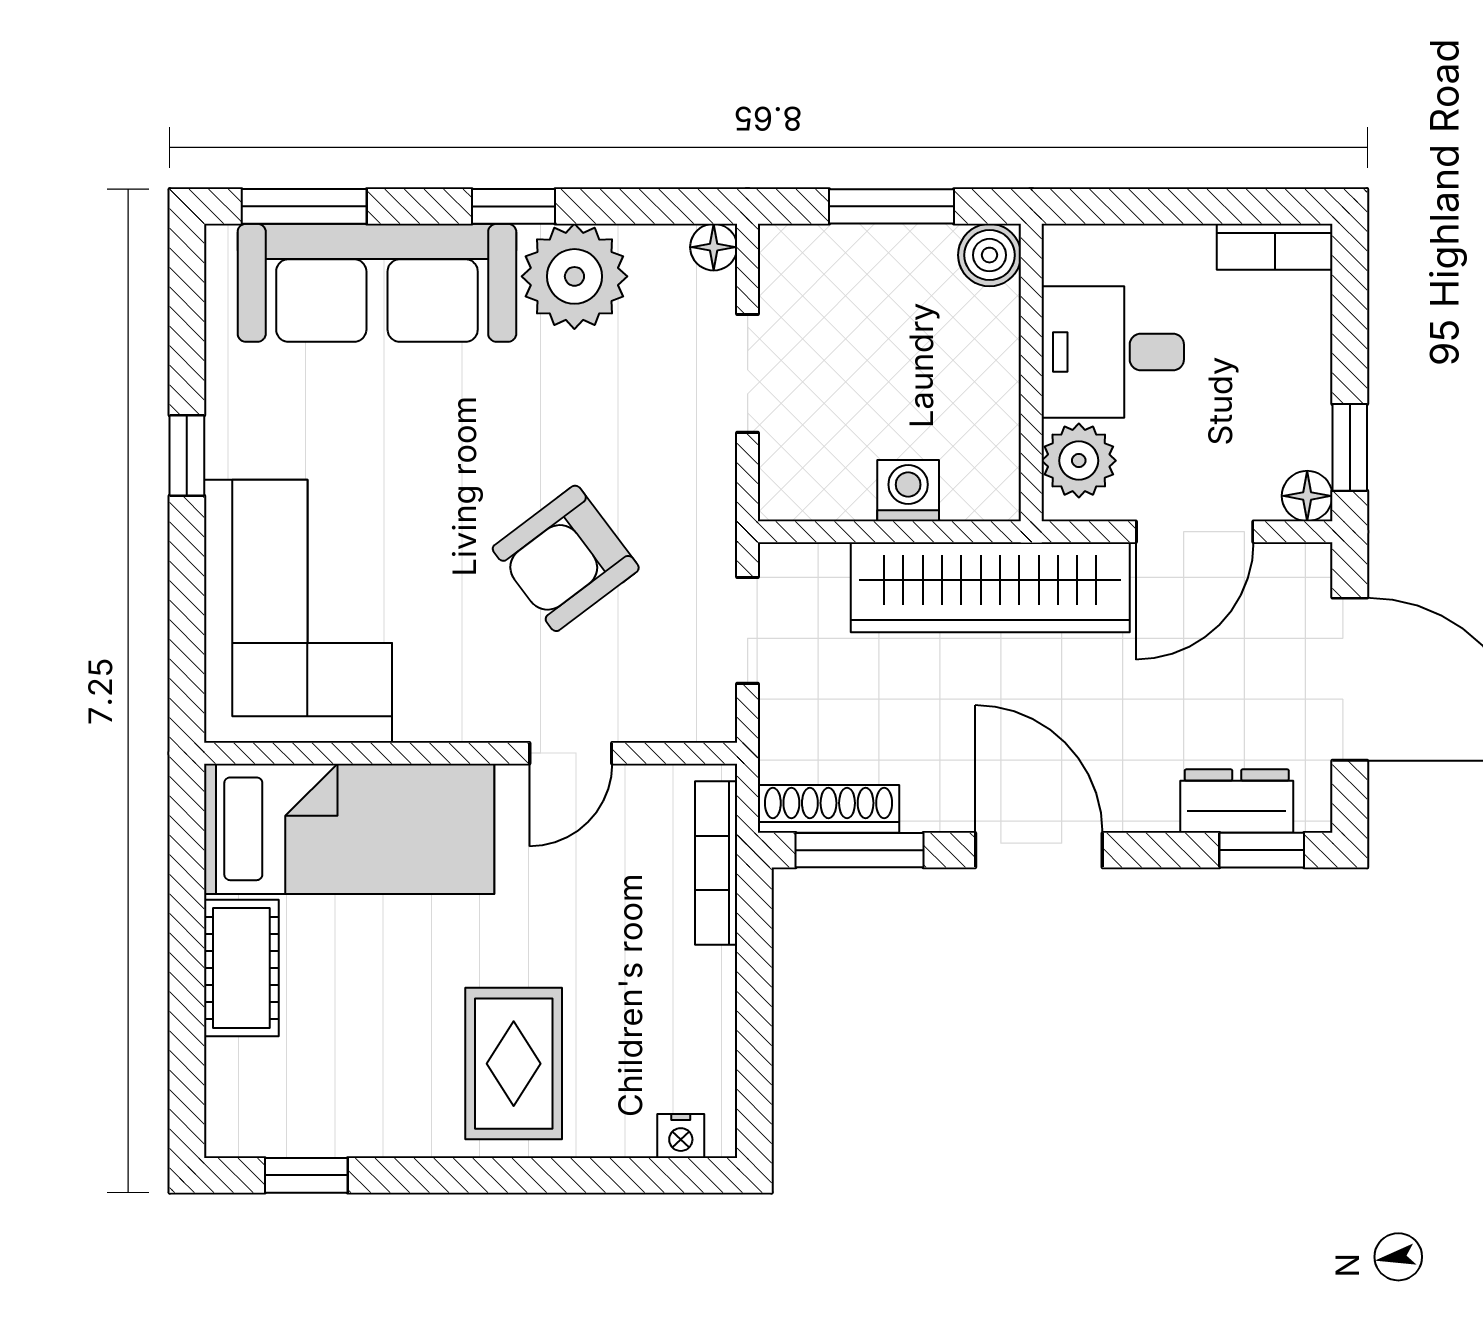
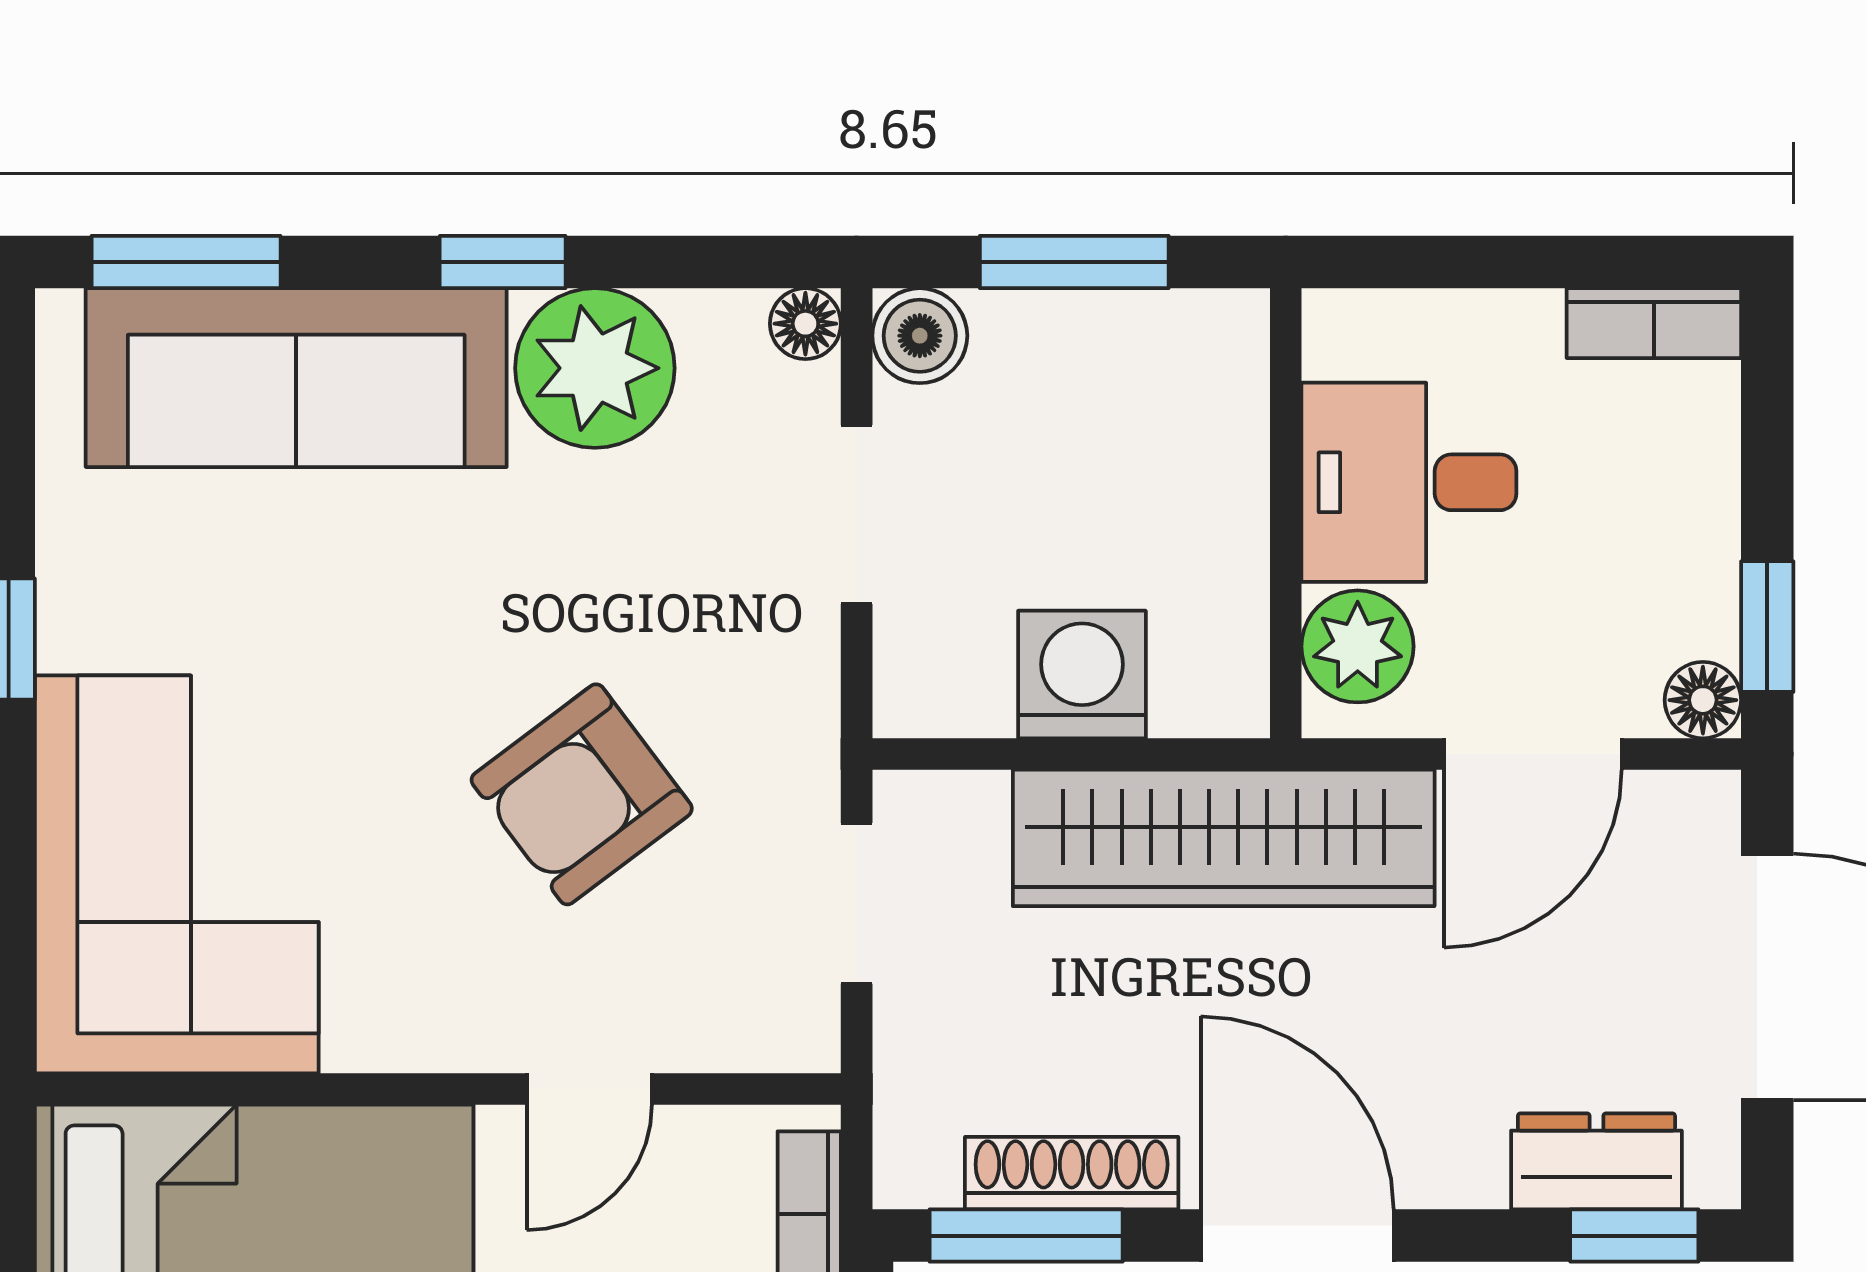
boiler: (990, 255) -> (920, 336), moved
washing machine: (908, 491) -> (1082, 674), width x1.38, depth x1.38
shoe rack: (828, 809) -> (1072, 1173), moved

